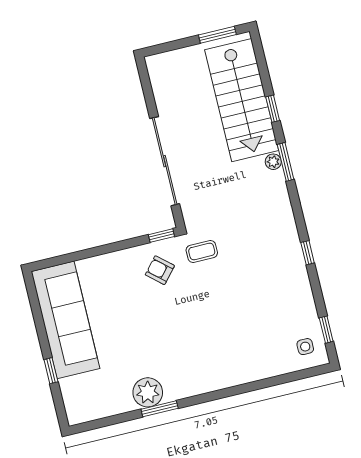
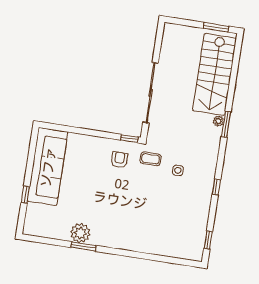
window: (273, 109) -> (232, 88), removed
armchair: (160, 270) -> (119, 160), turned 49
side table: (305, 347) -> (178, 170), moved

